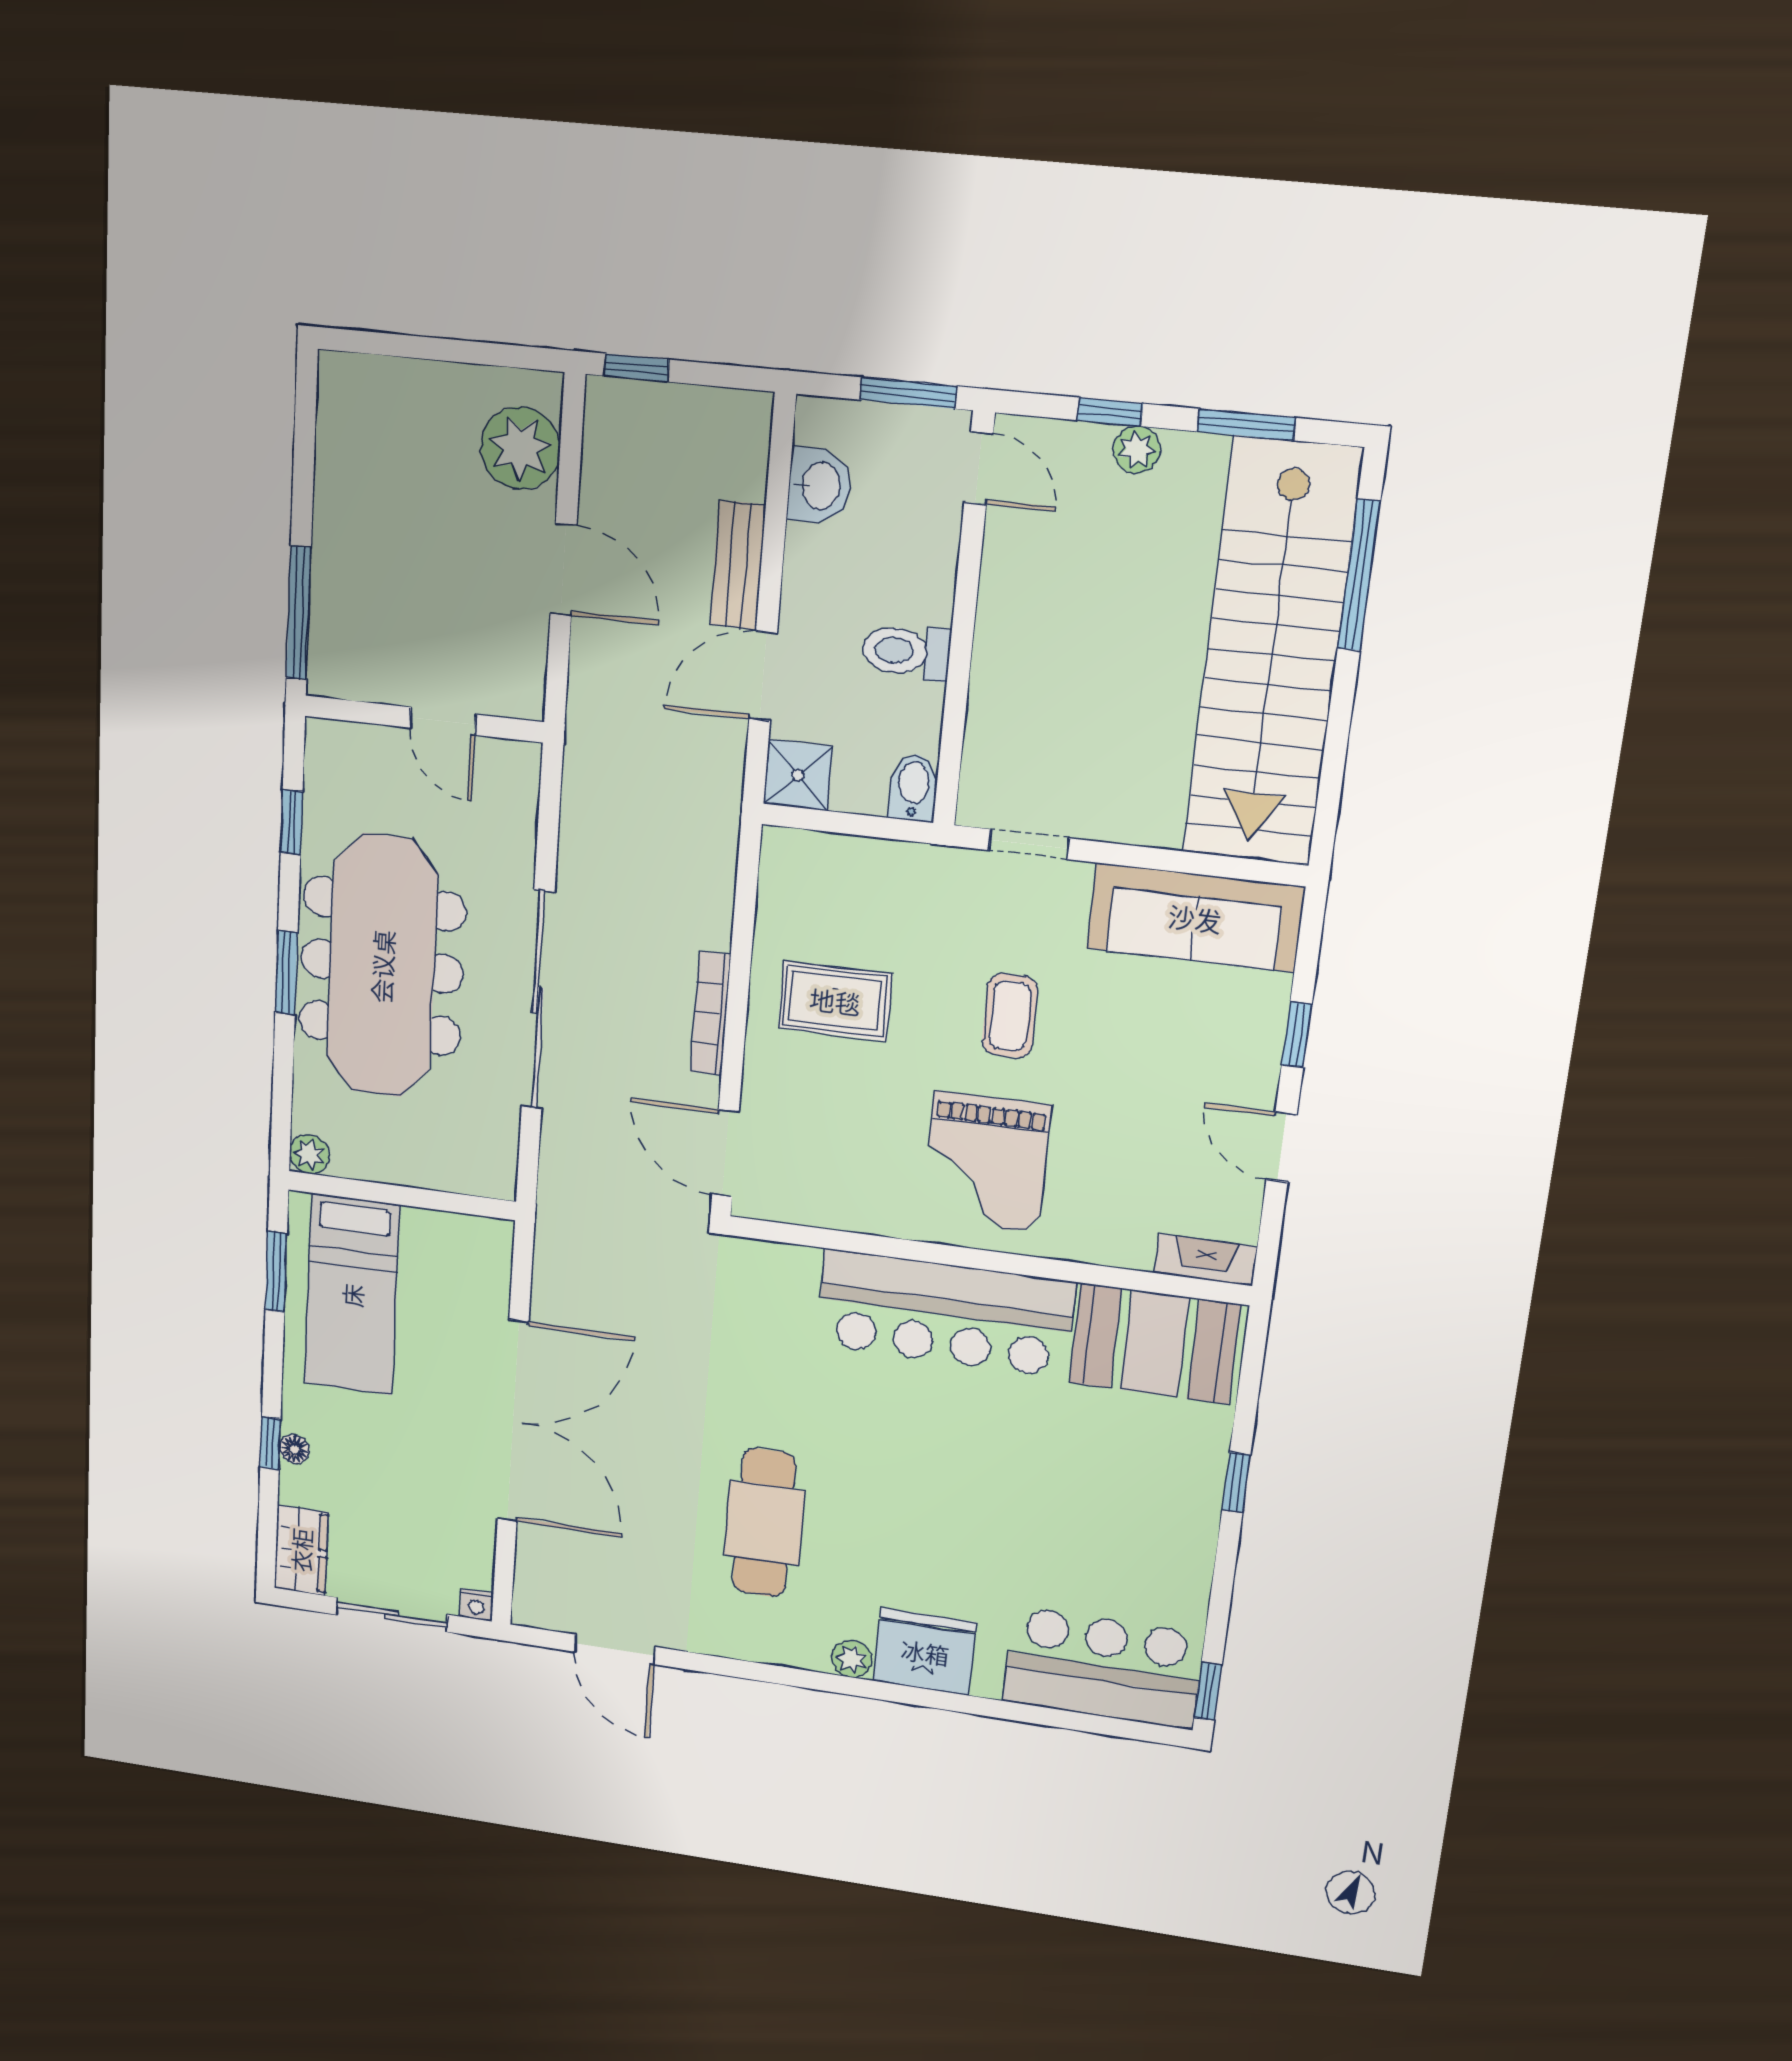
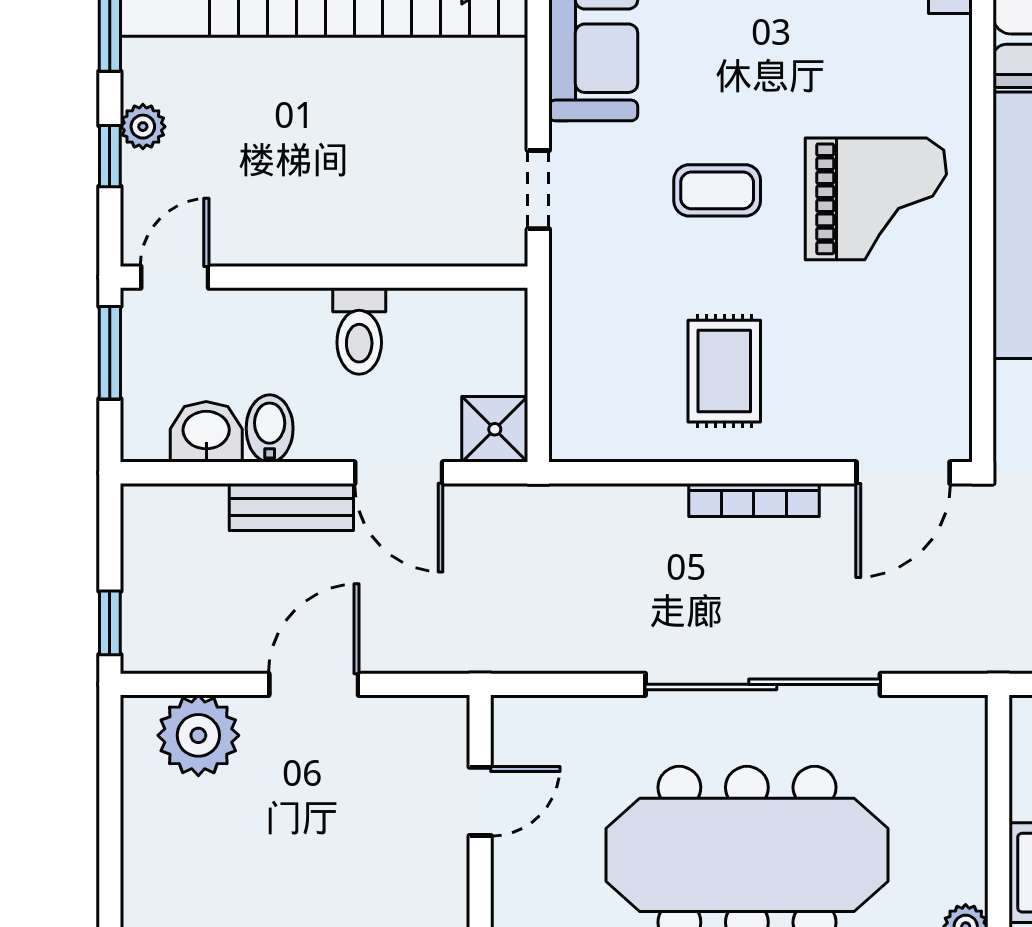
bidet: (914, 787) -> (270, 428), moved, turned 90

